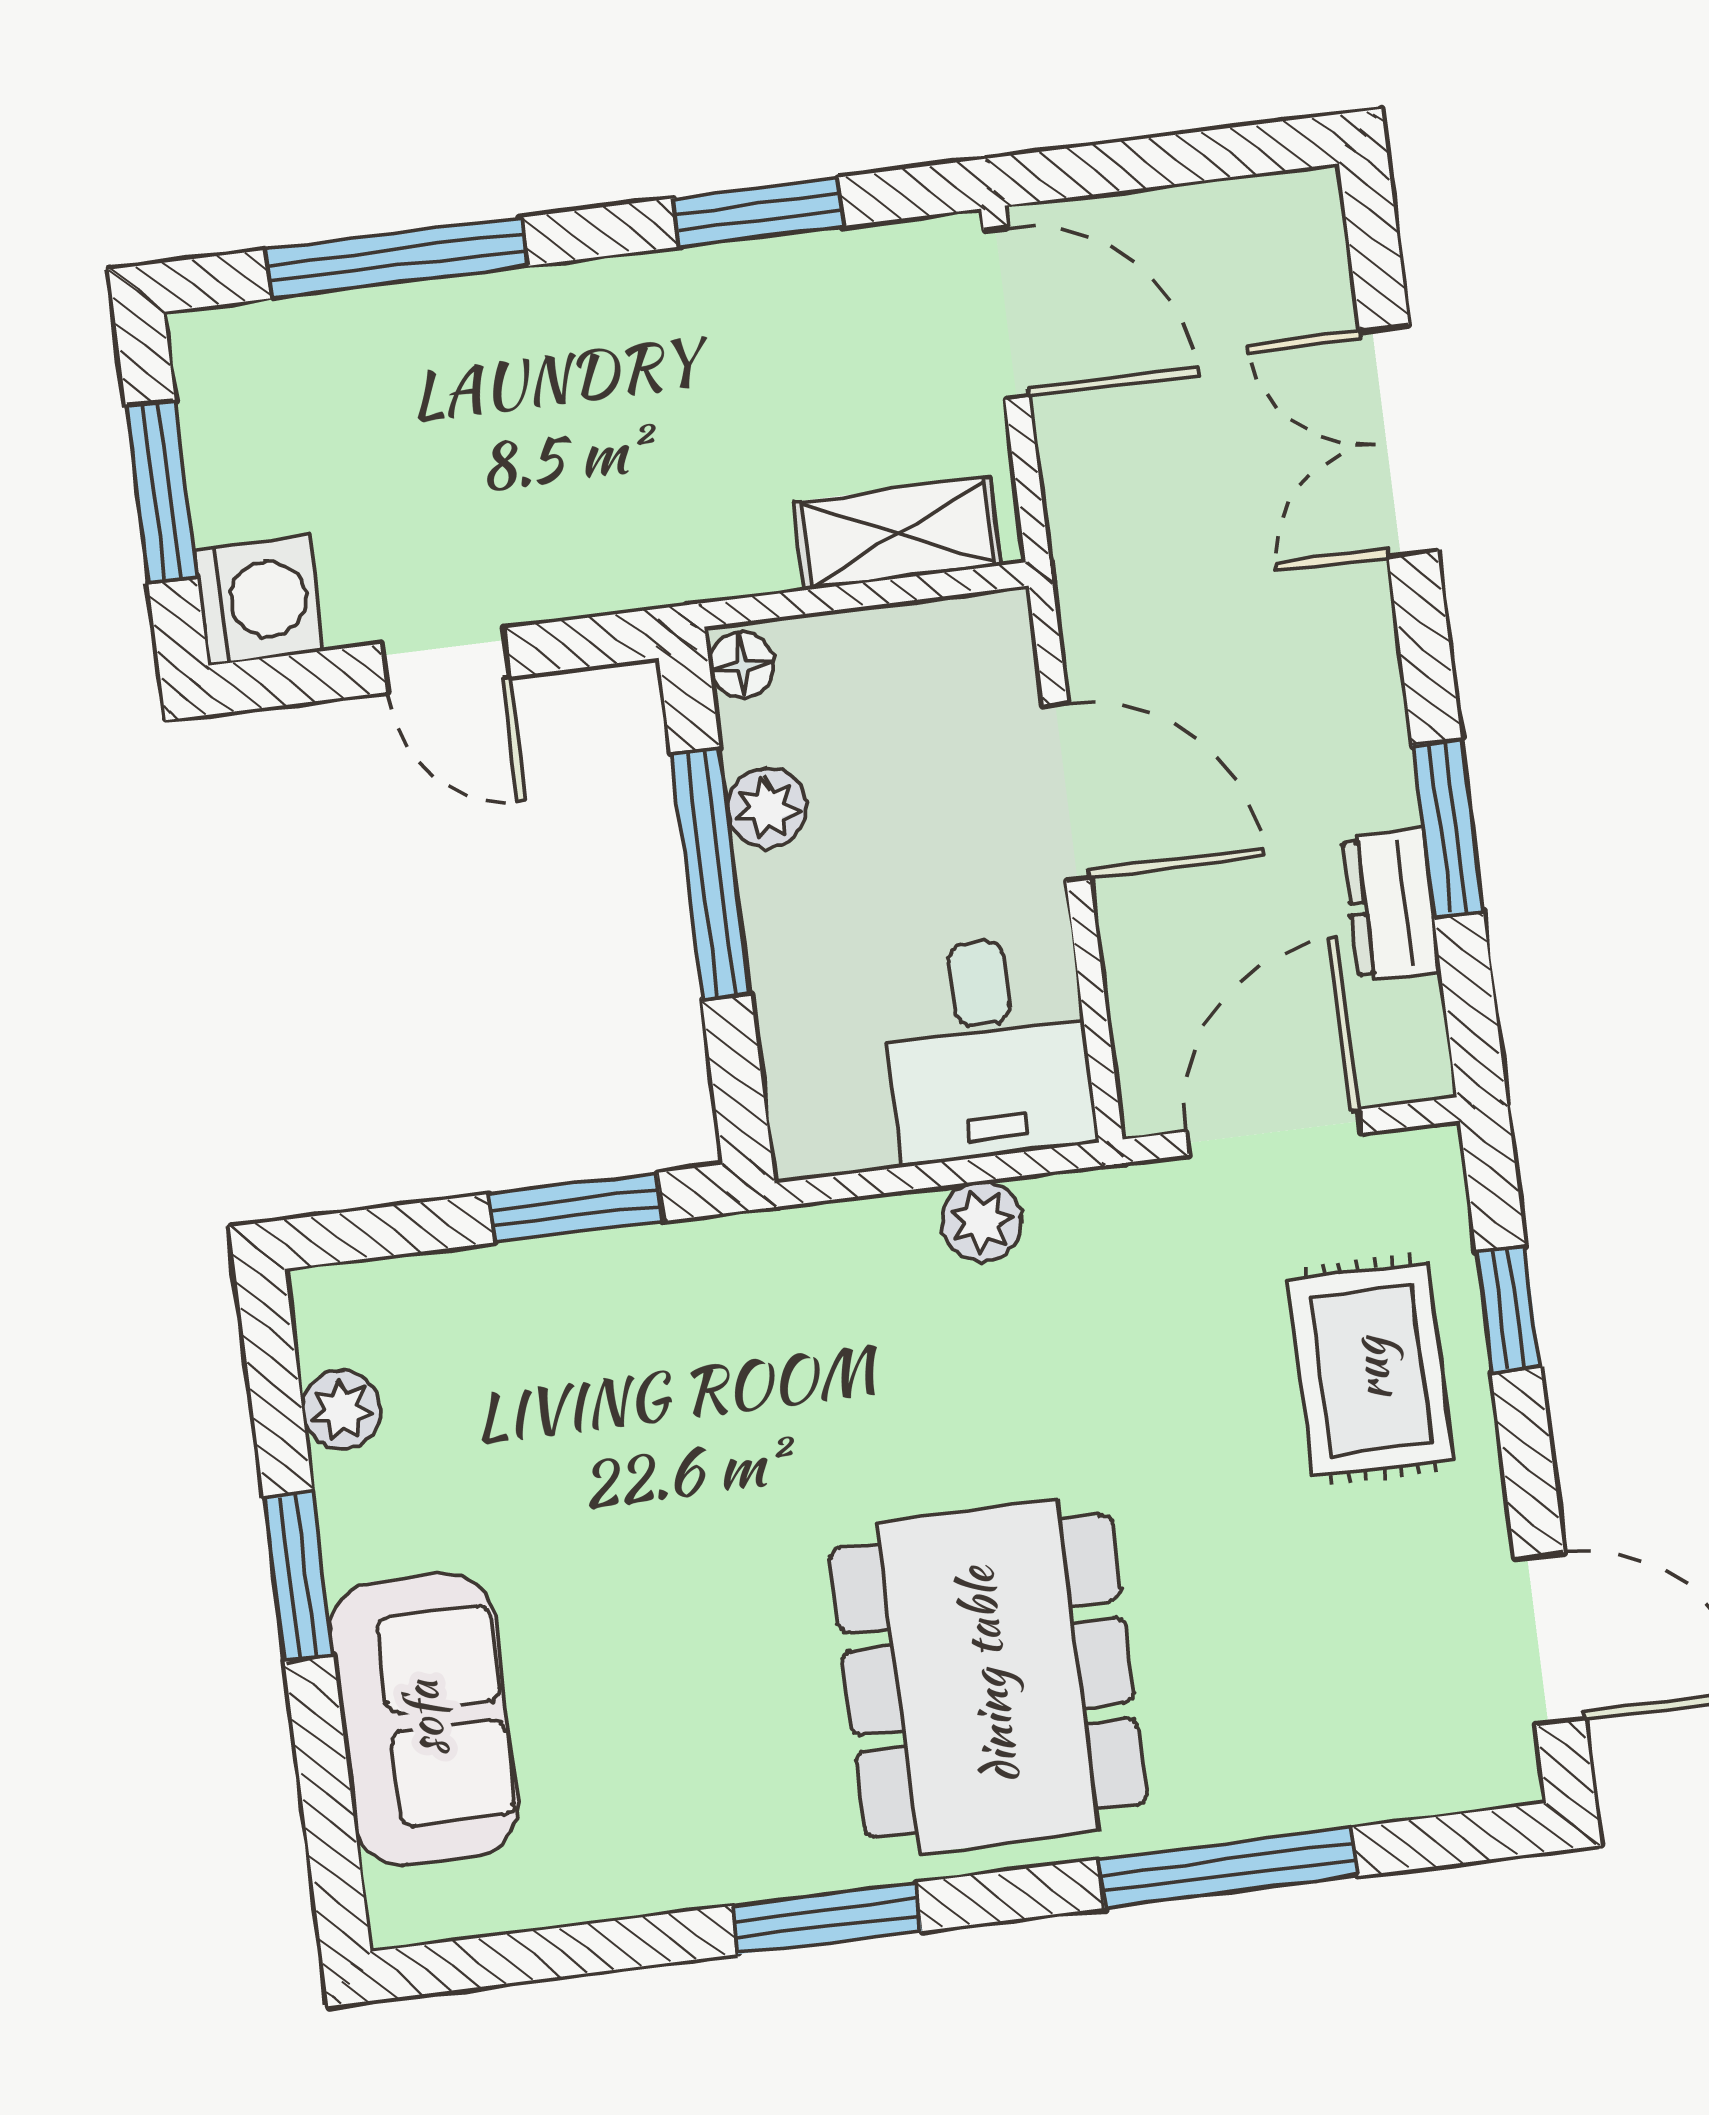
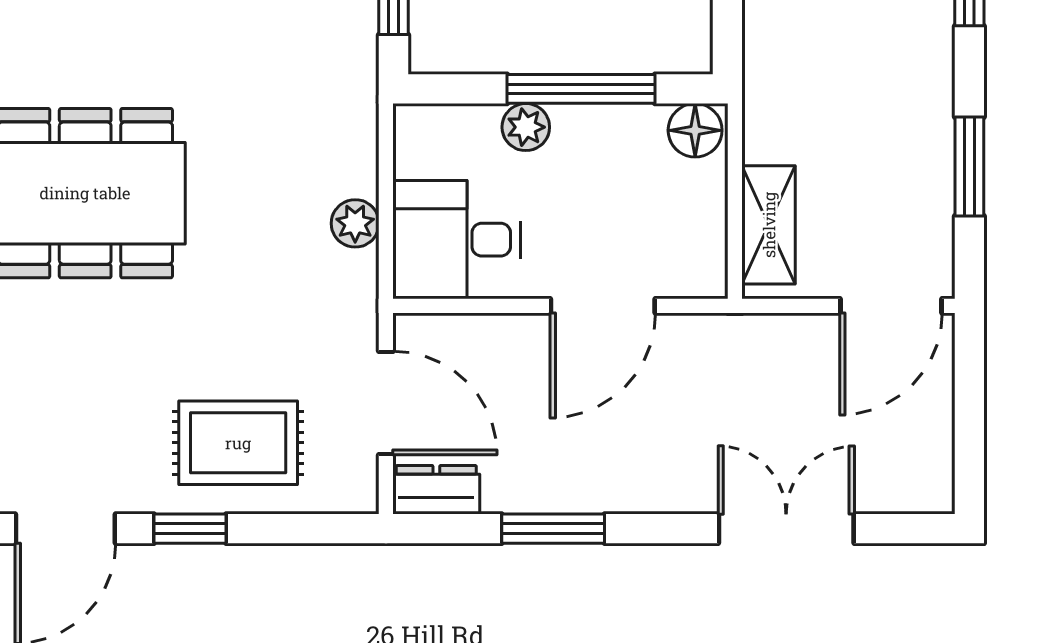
floor lamp: (742, 665) -> (695, 130), width x1.37, depth x1.37
plant: (767, 808) -> (526, 127), moved
dresser: (1391, 904) -> (436, 490), moved
window: (1508, 1309) -> (190, 529), moved

